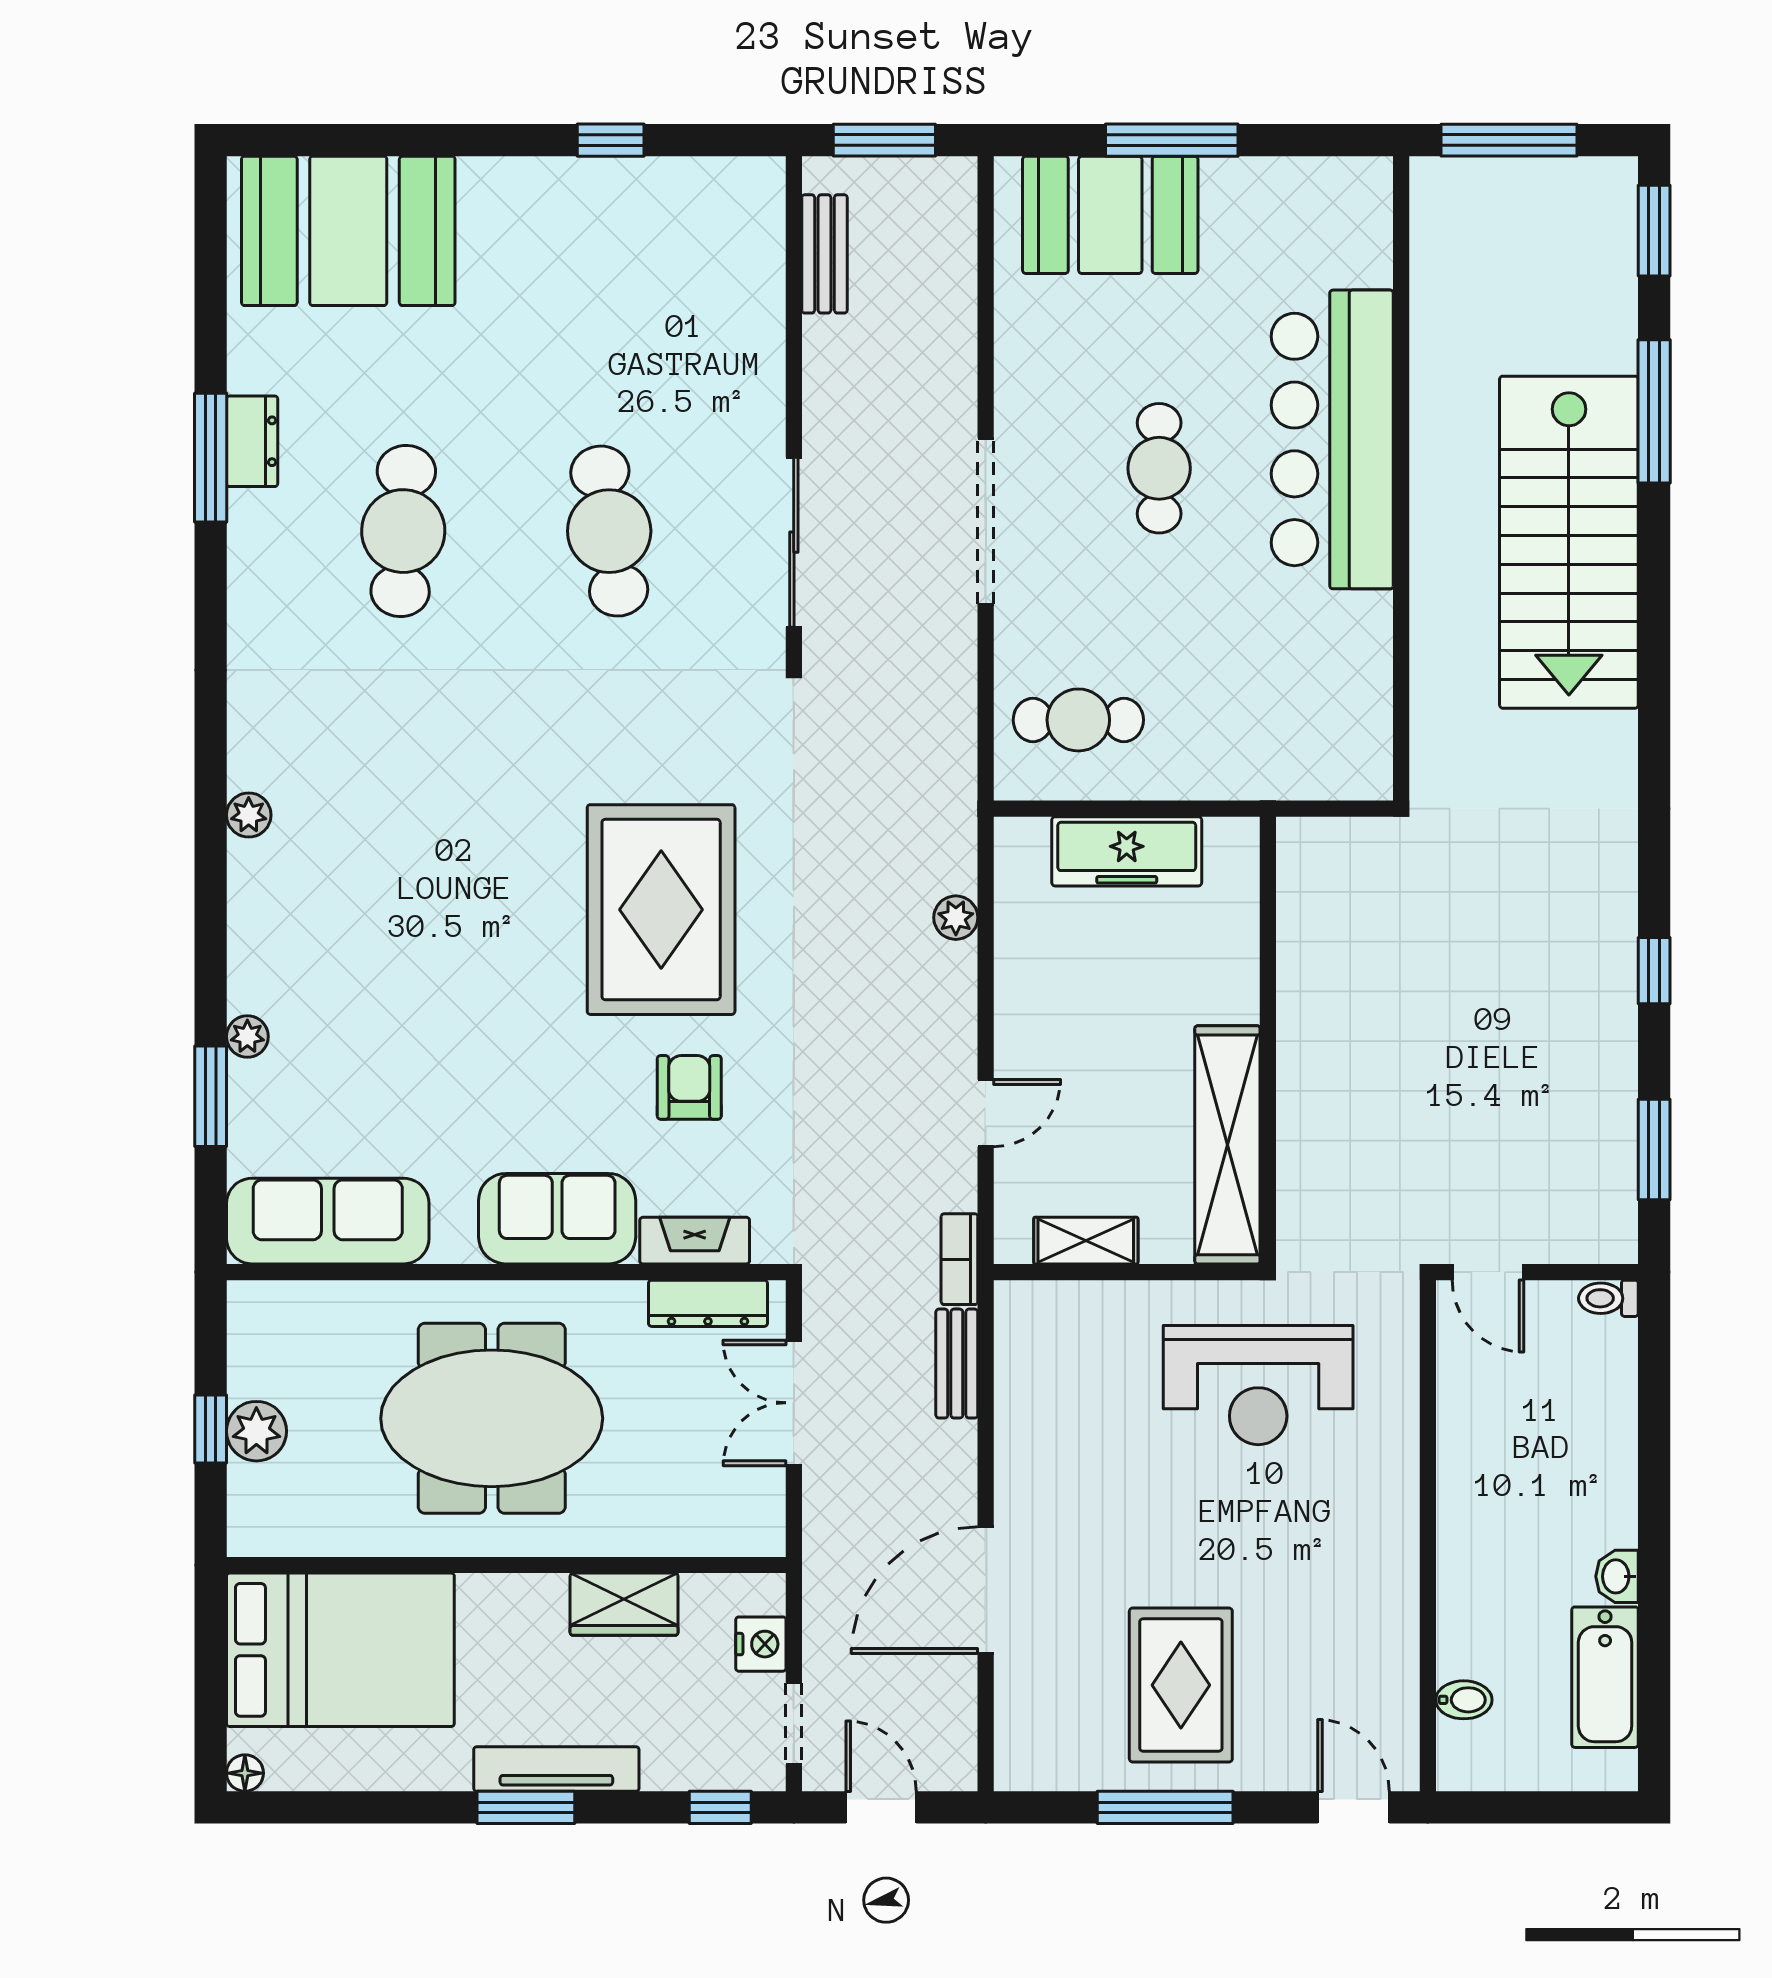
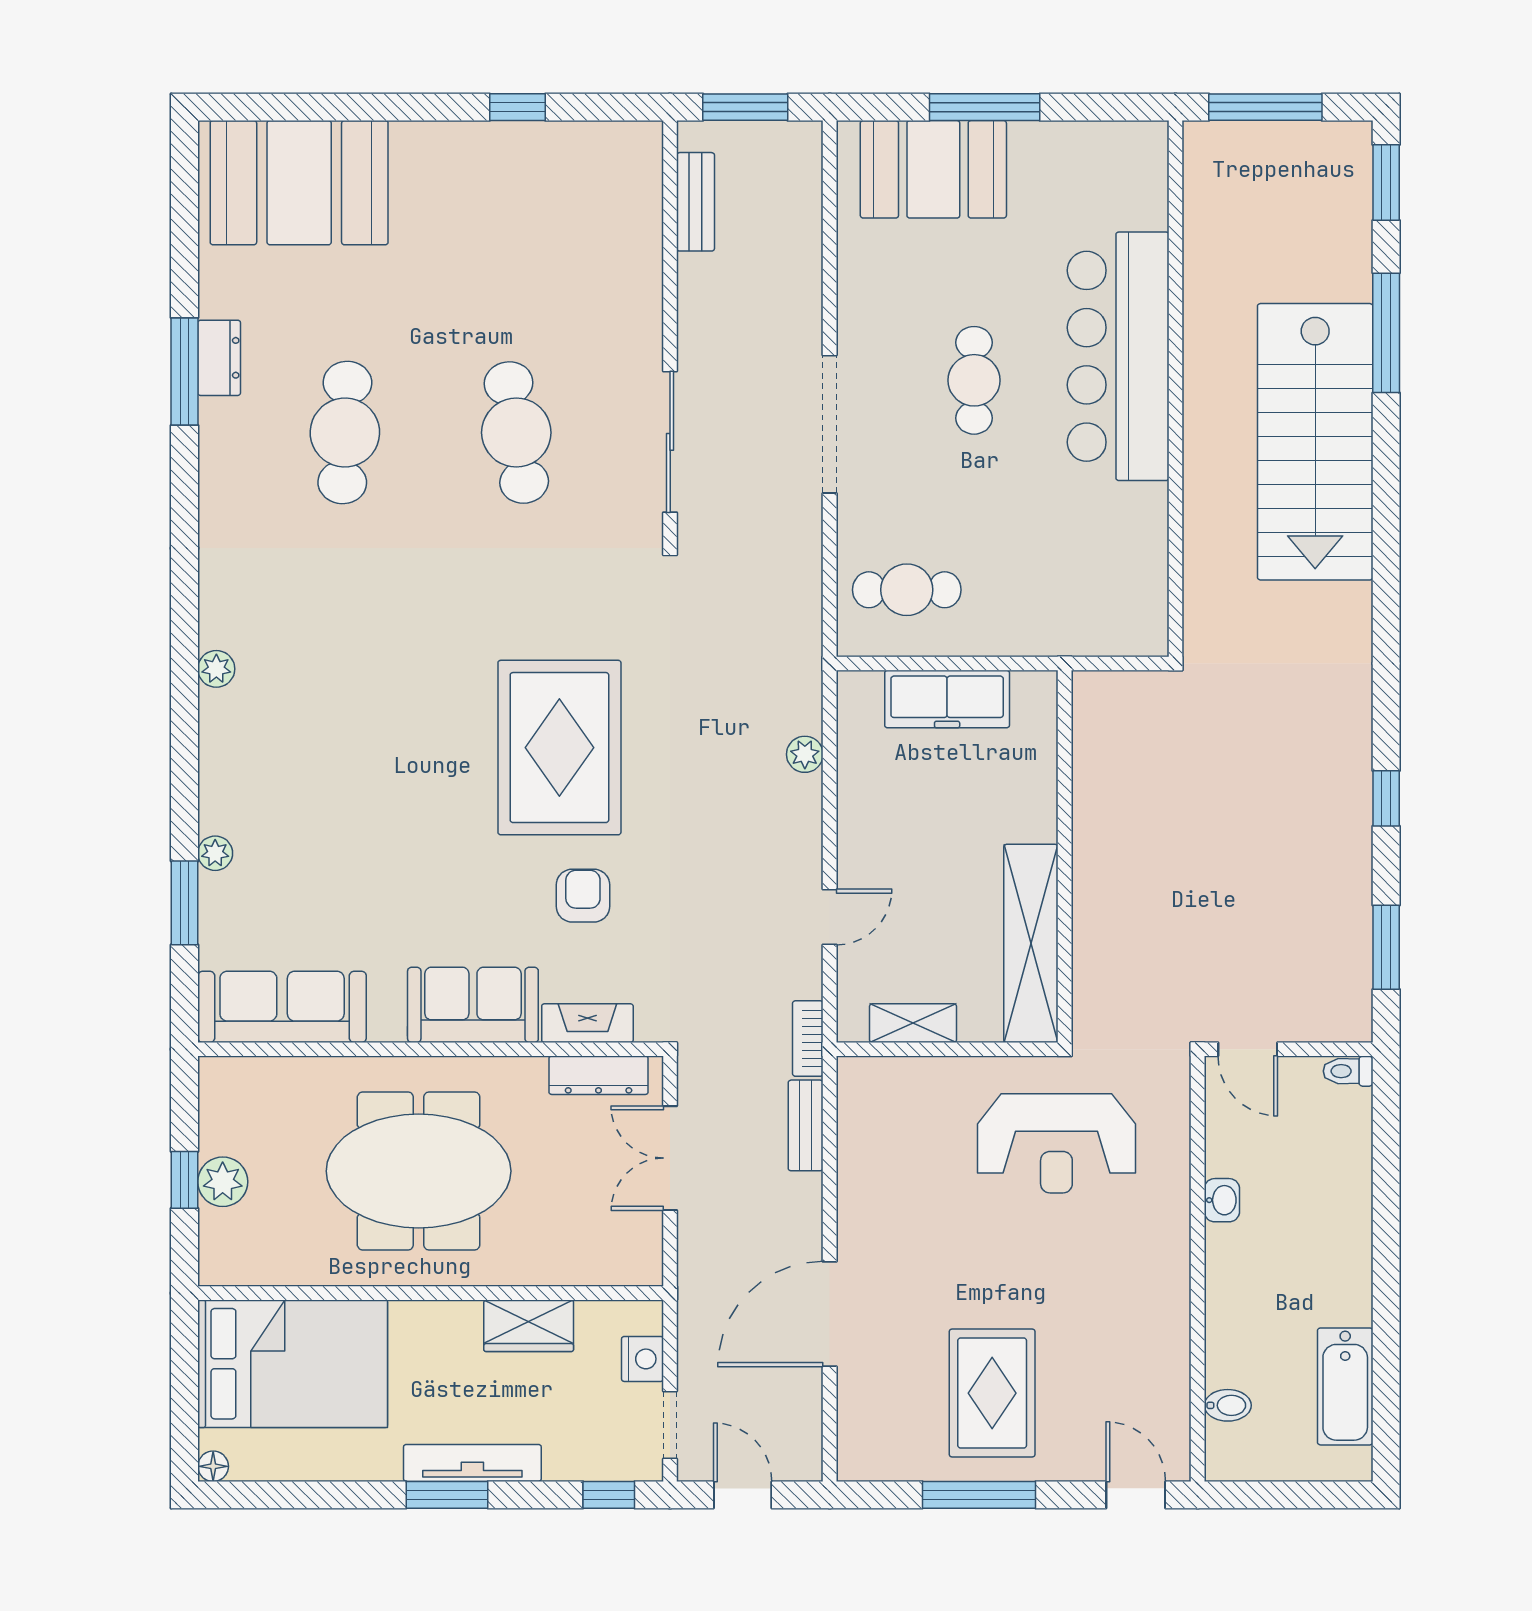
washbasin: (1617, 1576) -> (1222, 1200), moved, turned 180

